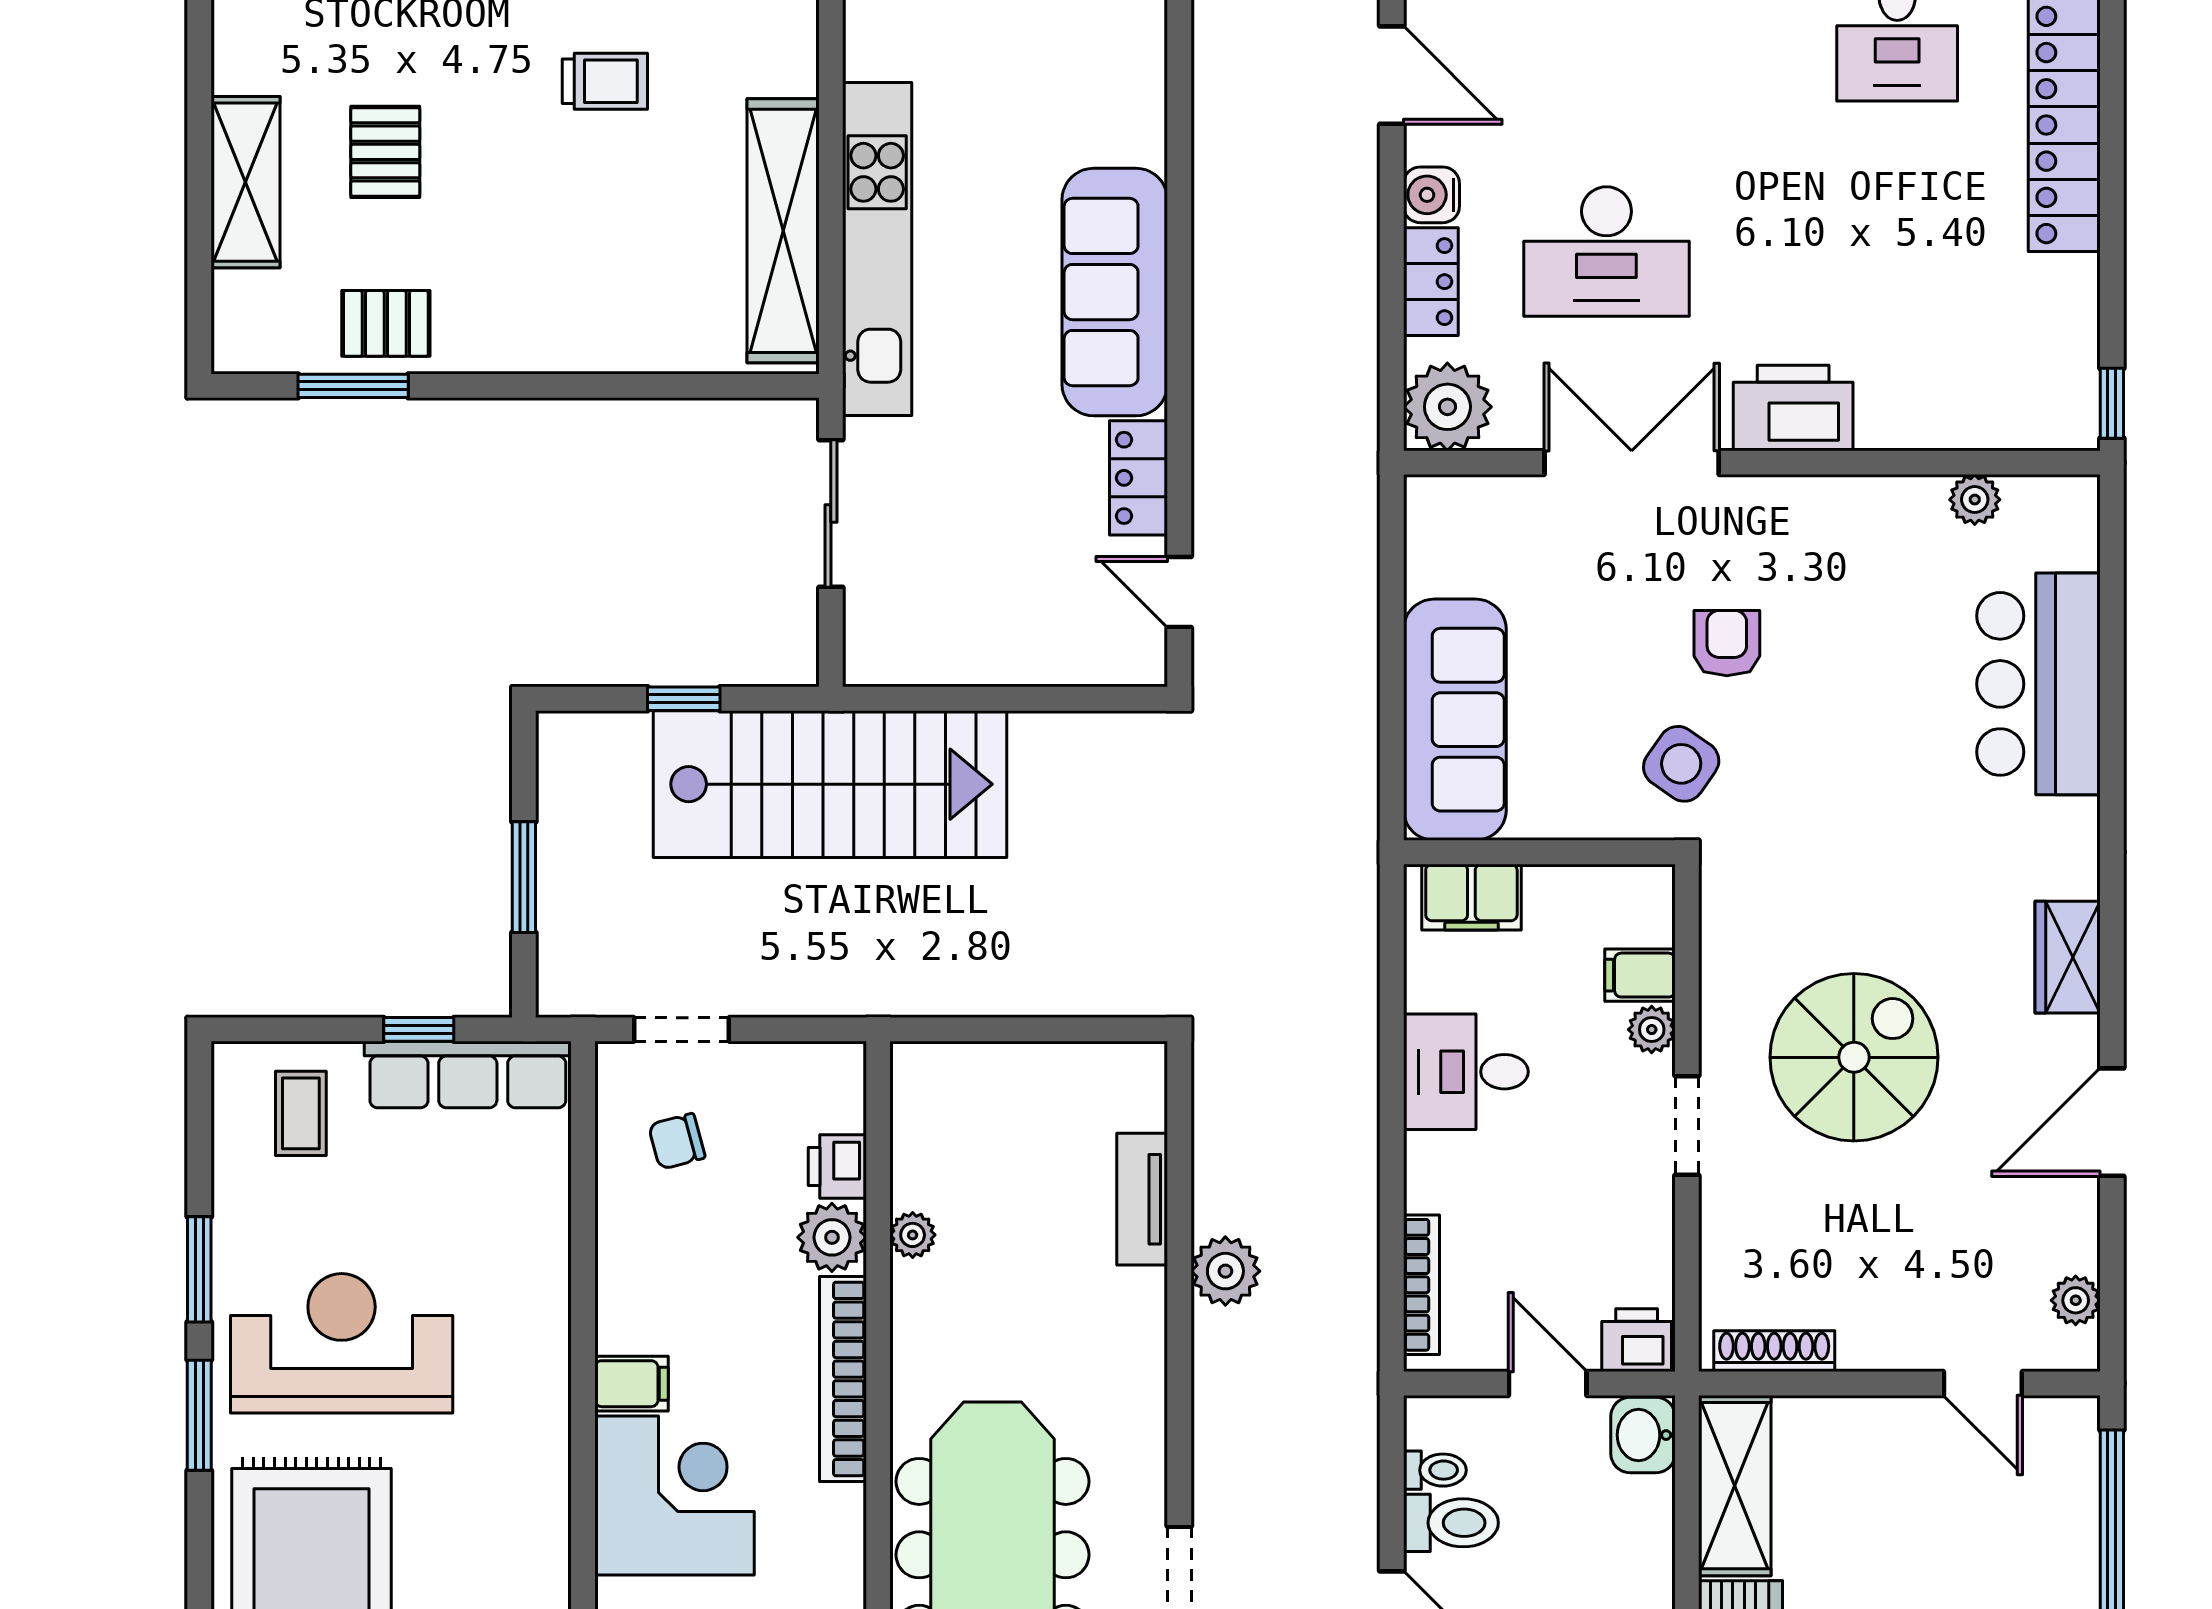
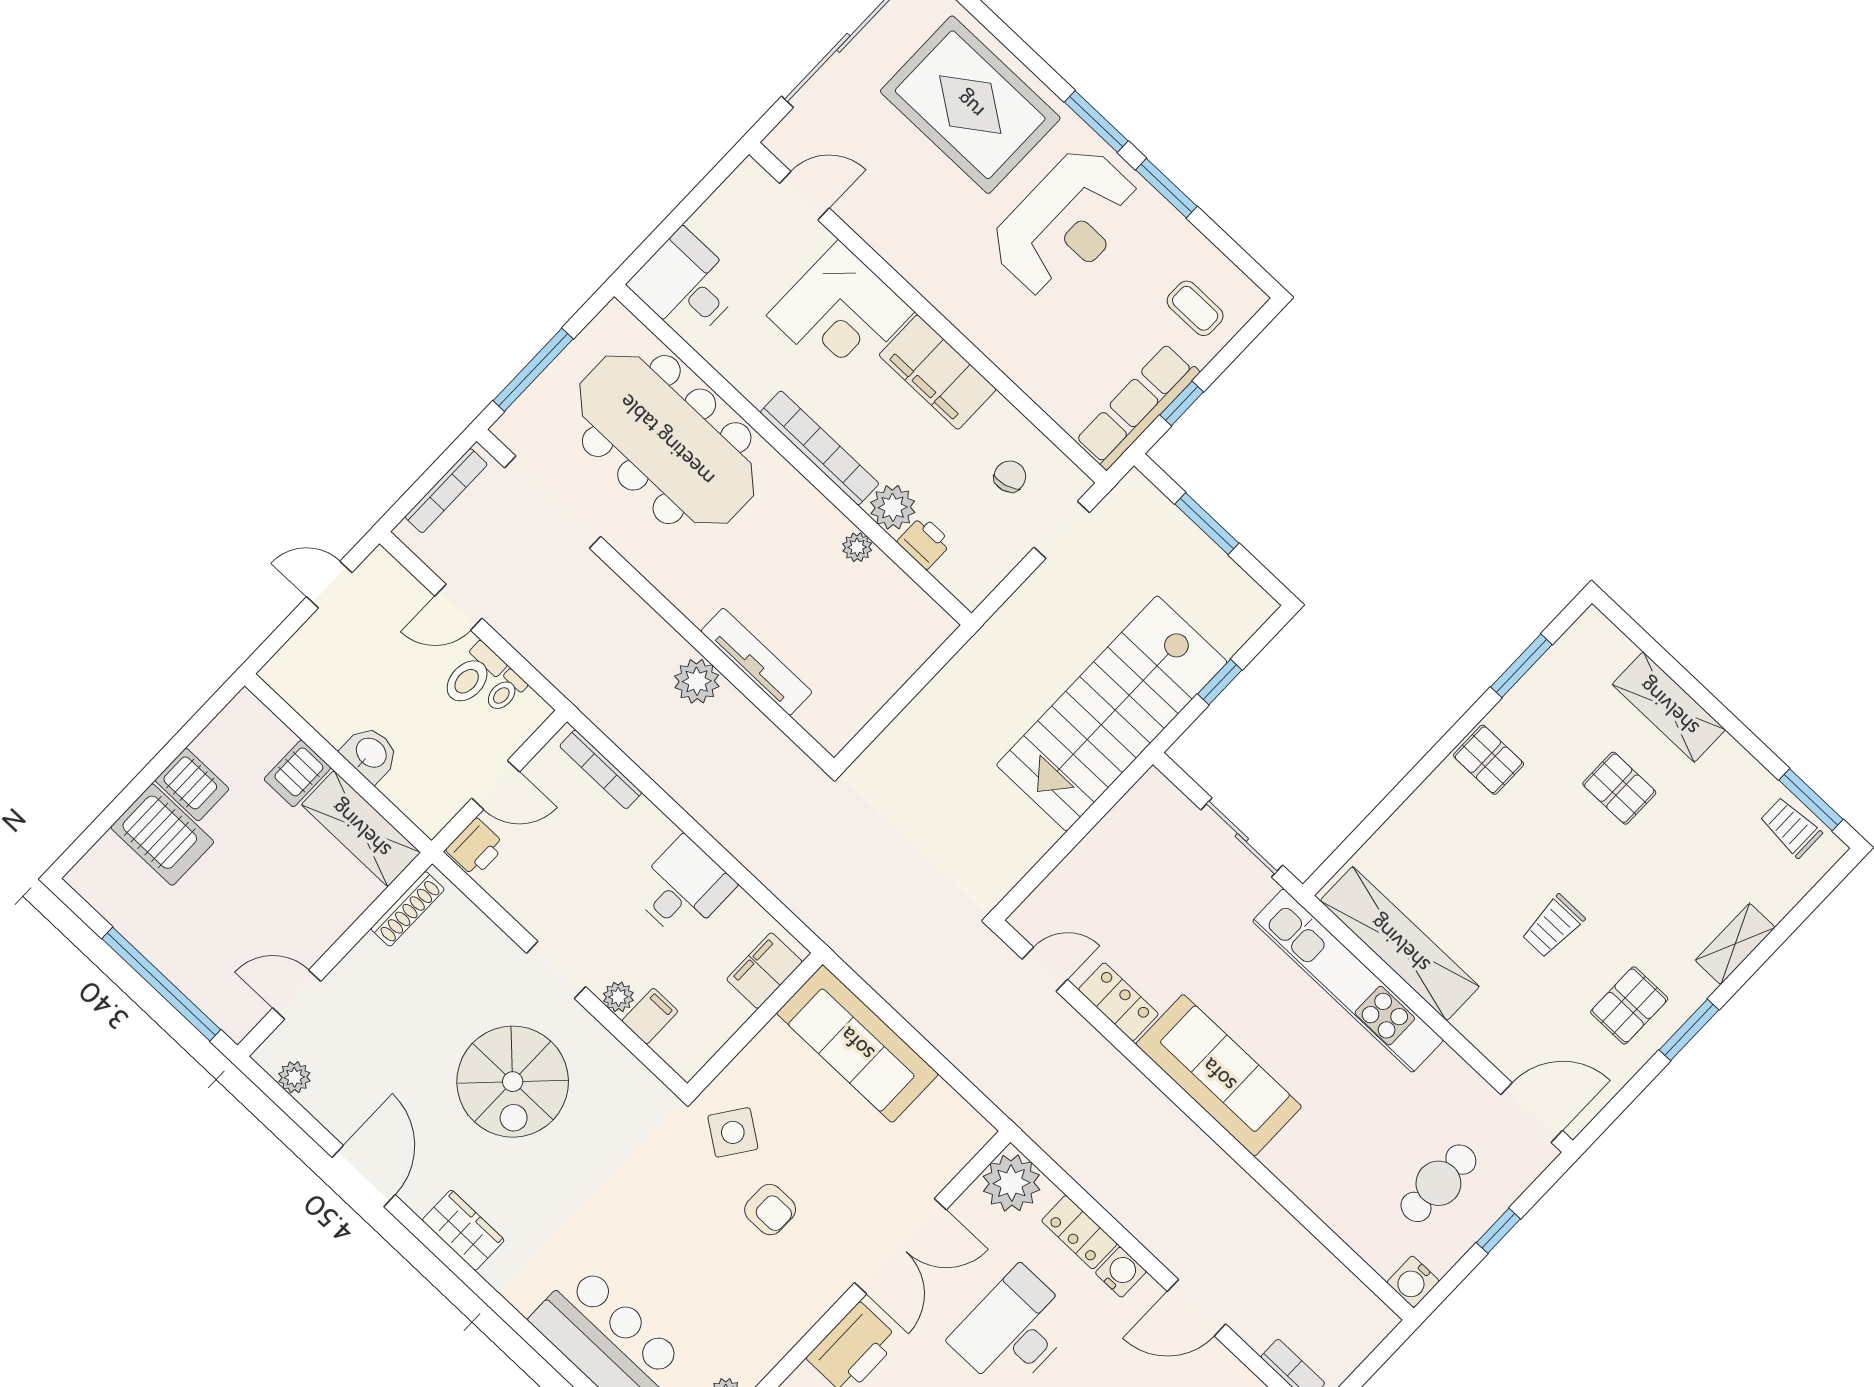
pallet: (386, 323) -> (1489, 760), moved, turned 90
tv unit: (1142, 1199) -> (756, 662), width x1.41
filing cabinet: (632, 1384) -> (938, 372), width x3.00, depth x1.17
washbasin: (1643, 1435) -> (370, 754), moved

